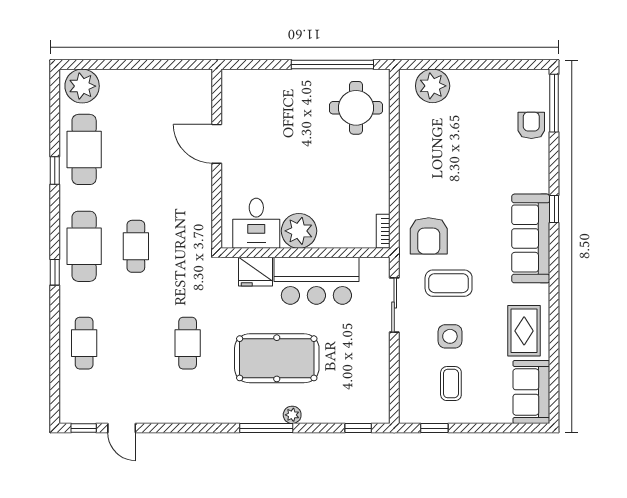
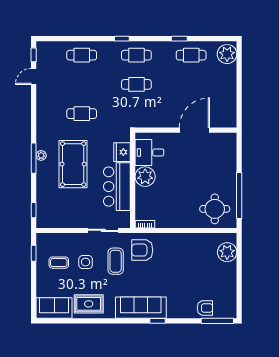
door: (217, 144) -> (194, 130), width x1.36
cafe table: (84, 149) -> (191, 55), width x0.73, depth x0.74
cafe table: (84, 246) -> (136, 55), width x0.73, depth x0.74
plant: (292, 415) -> (41, 155), moved

